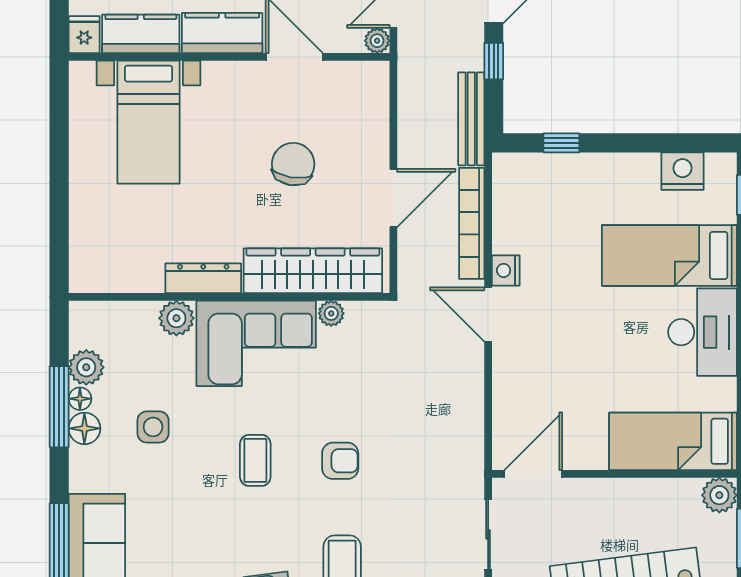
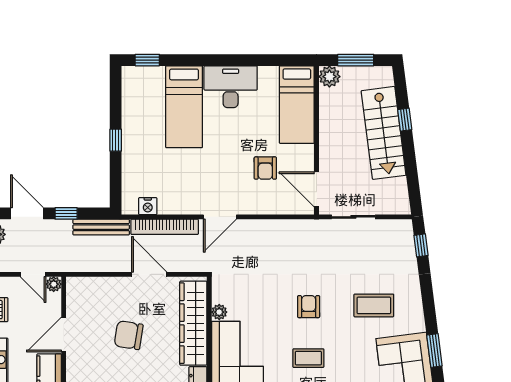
window: (561, 143) -> (116, 140), moved
nightstand: (682, 171) -> (133, 99), removed
nightstand: (506, 270) -> (148, 206), moved
armchair: (568, 389) -> (265, 168), added

